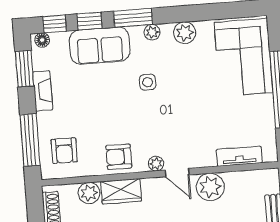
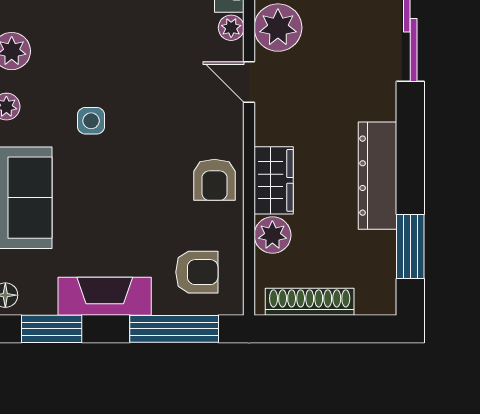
fireplace: (43, 91) -> (105, 296), width x1.37, depth x1.32
plant: (156, 164) -> (231, 28), moved
door: (177, 173) -> (249, 82), swing flipped

